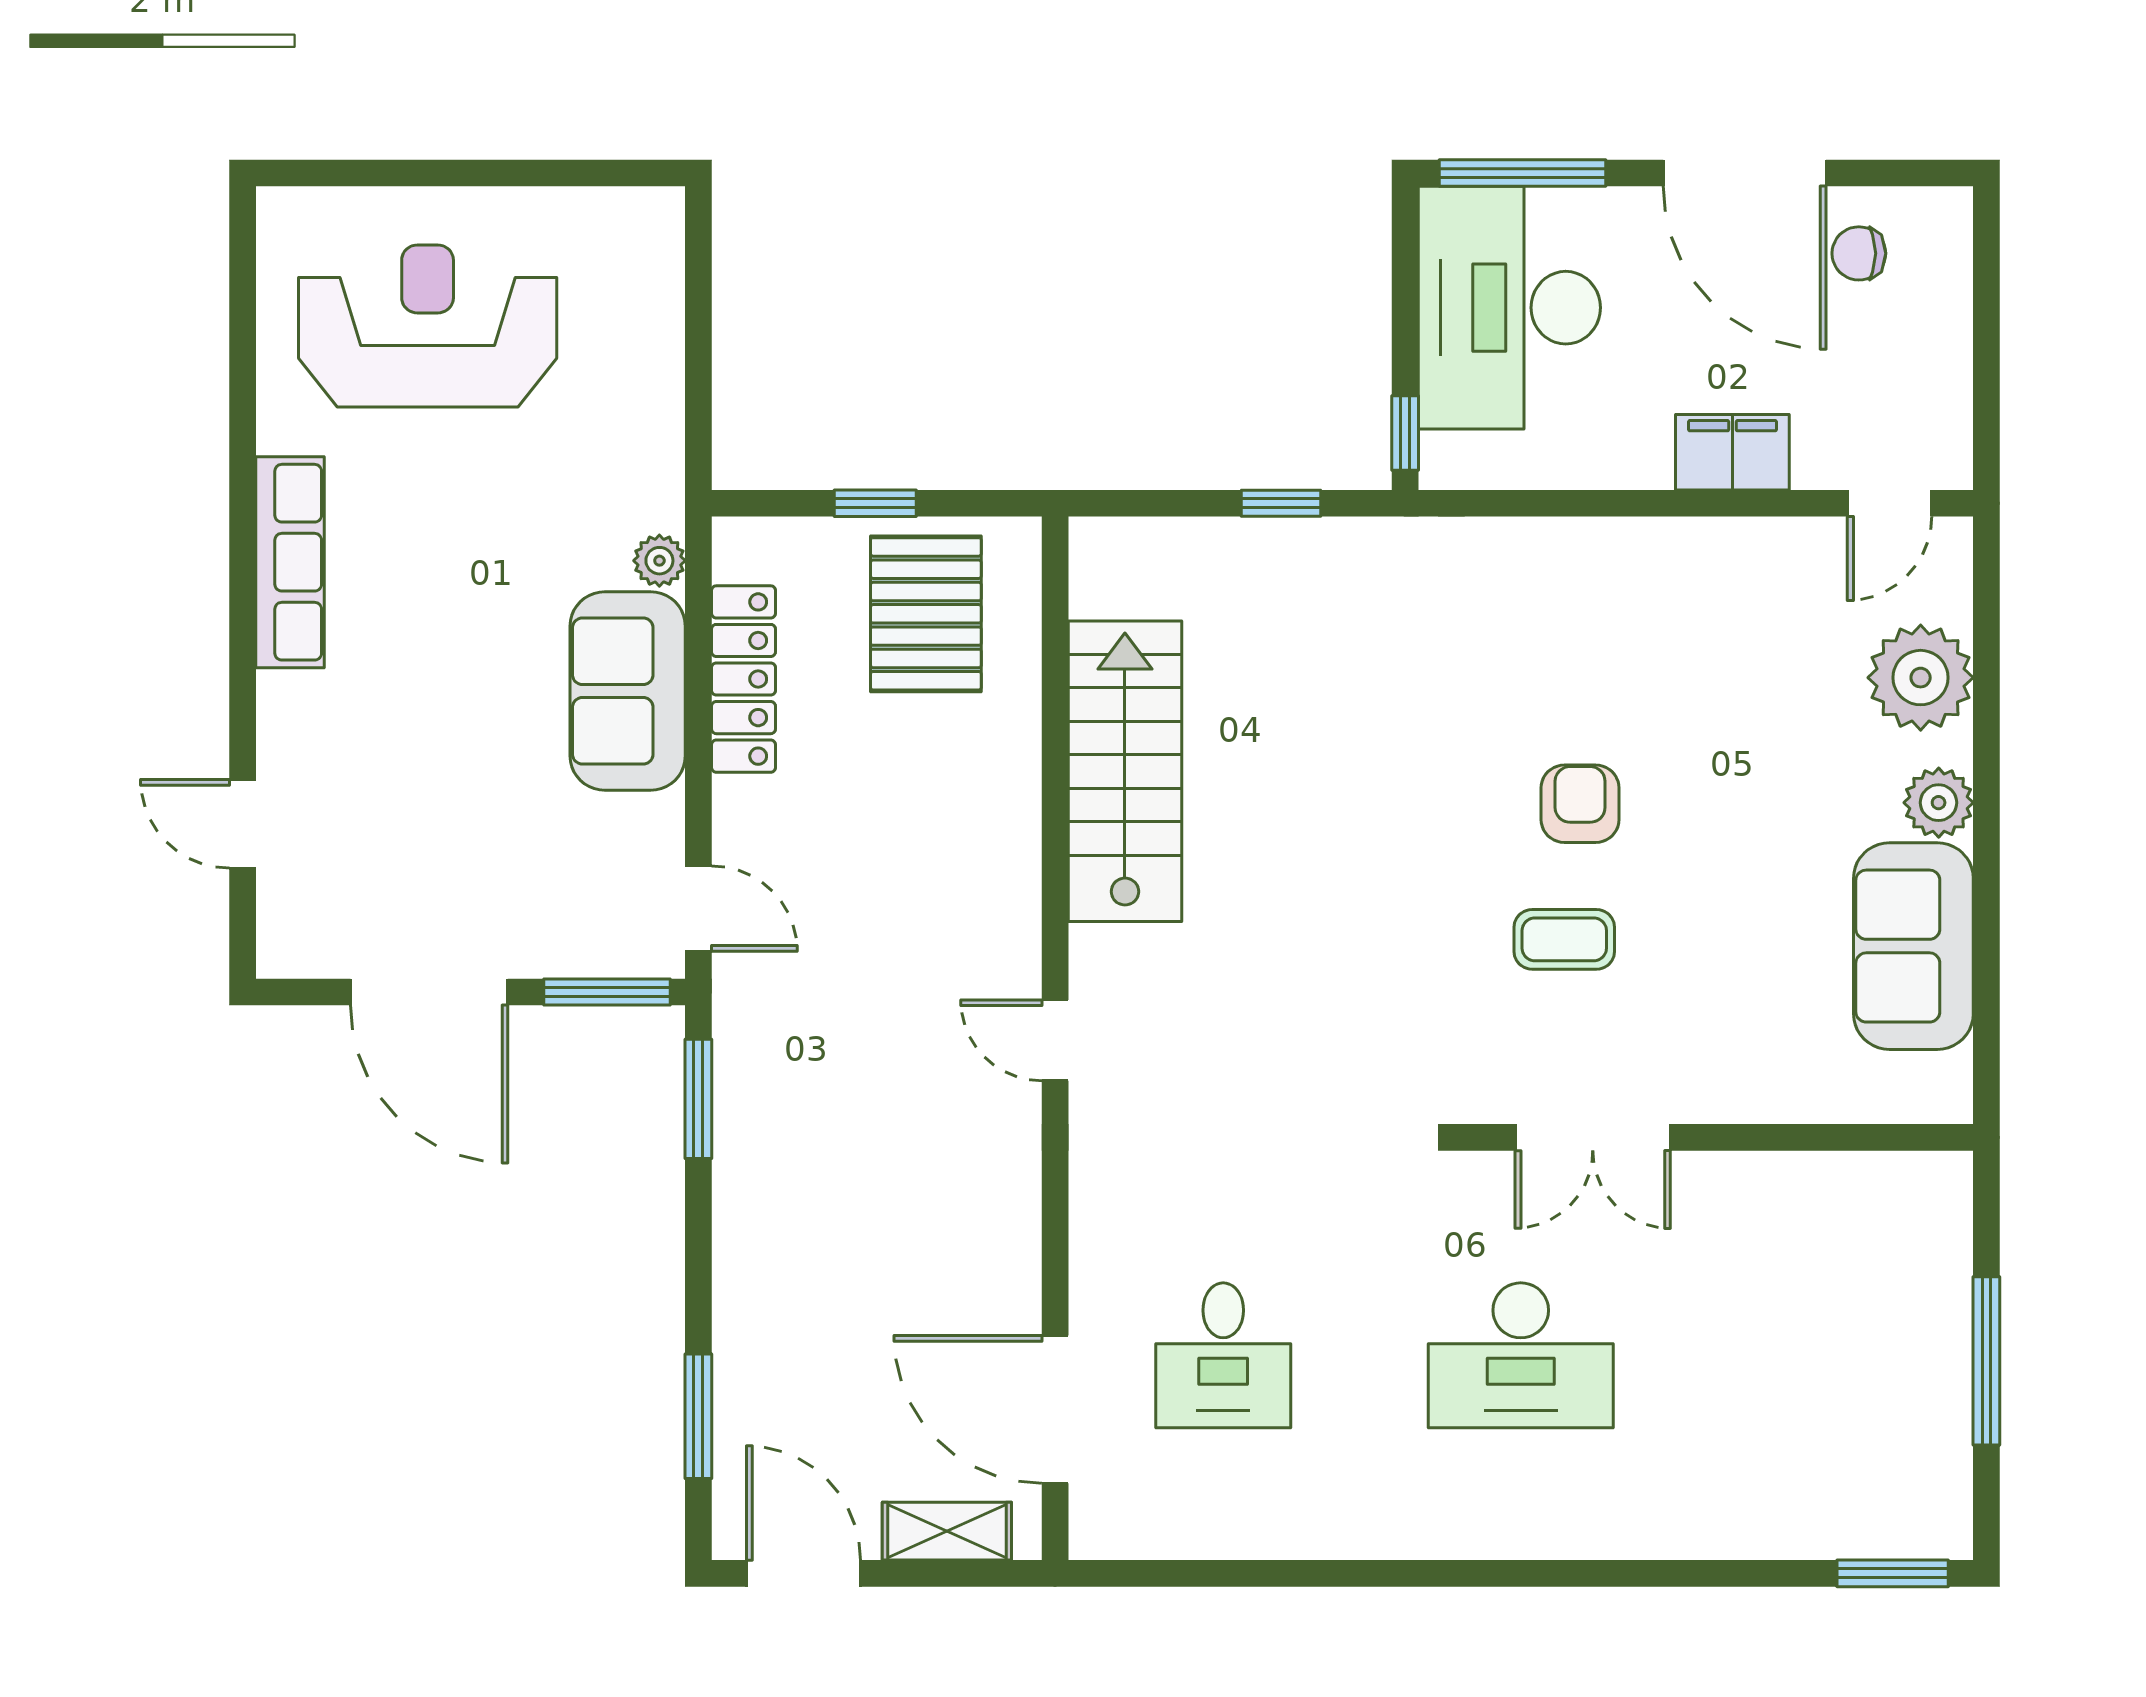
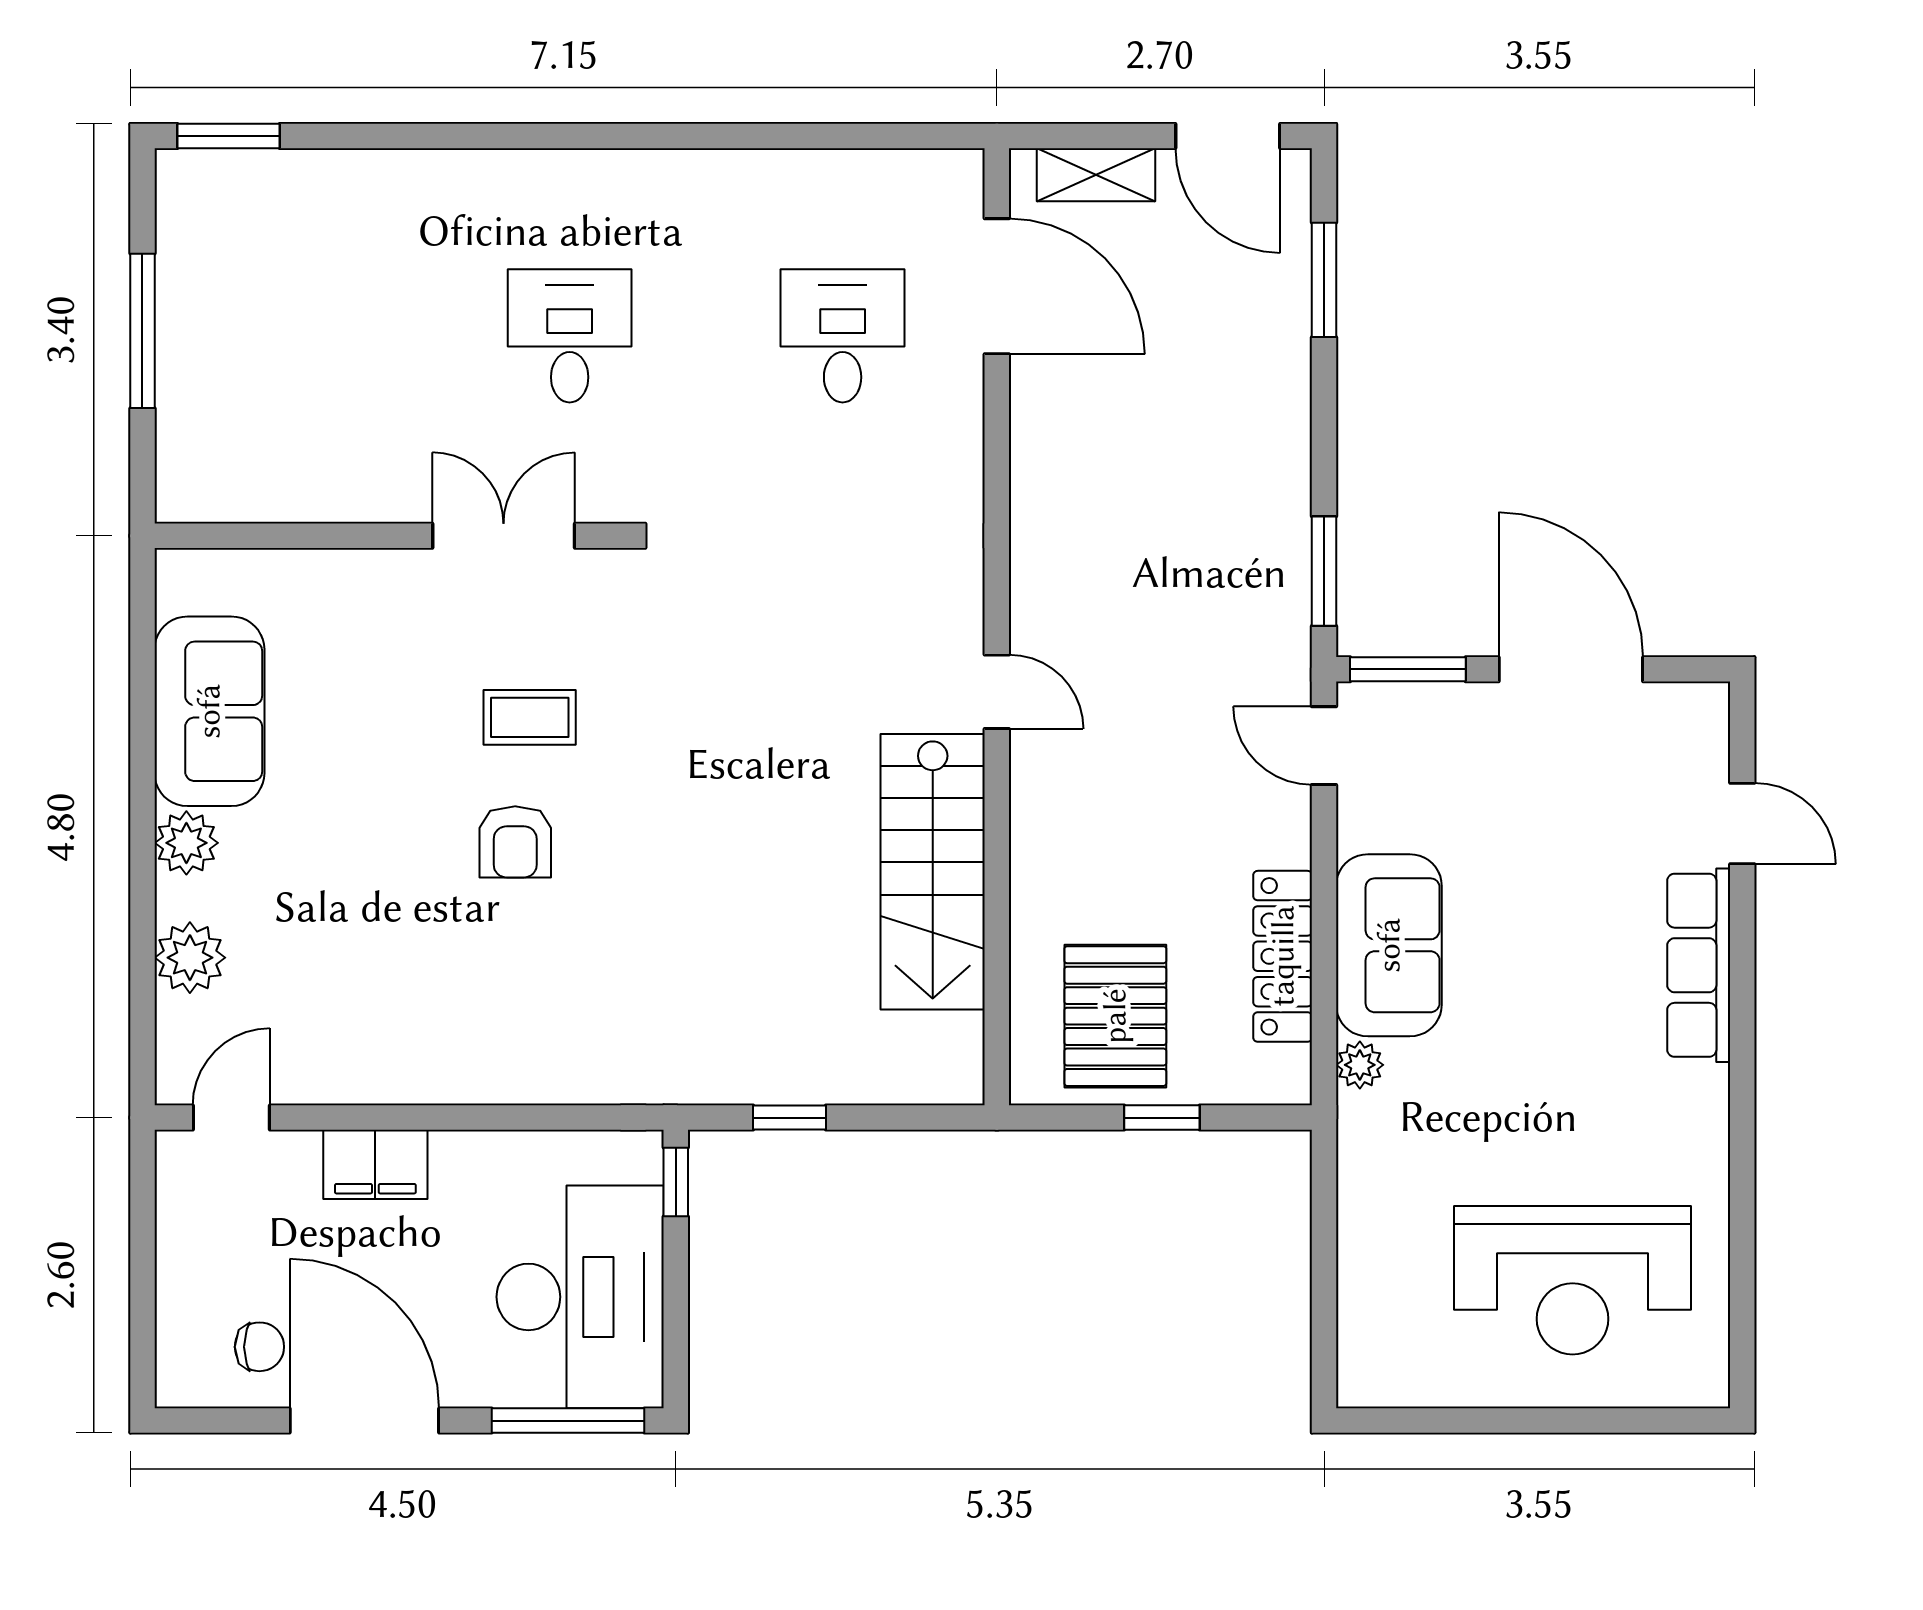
row of seats: (290, 562) -> (1699, 965), moved
plant: (1921, 678) -> (190, 958), width x0.73, depth x0.73
door: (1055, 1040) -> (997, 692), moved
desk: (1521, 1355) -> (570, 336), width x0.73

